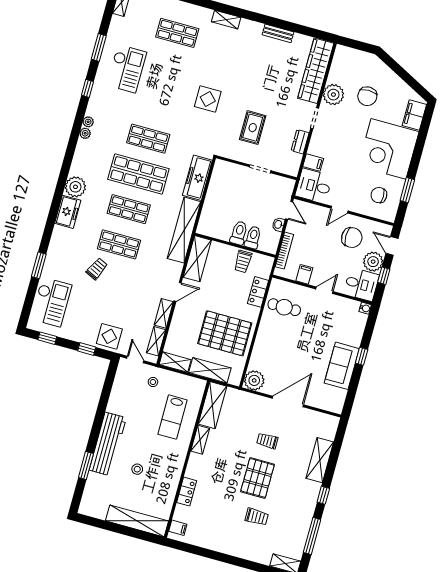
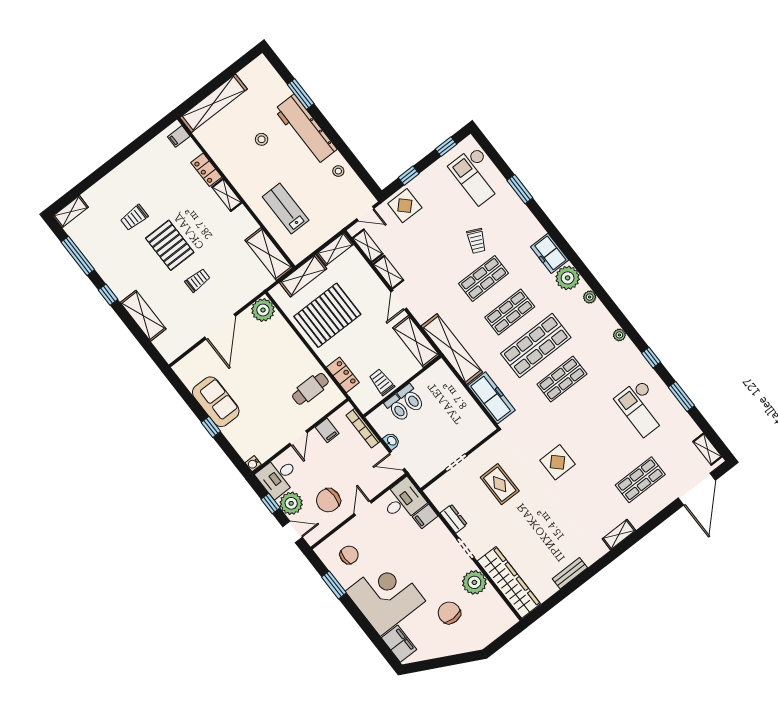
plant: (85, 133) -> (590, 297), moved
stool: (153, 382) -> (338, 171), moved
shelving: (200, 440) -> (227, 195), moved

